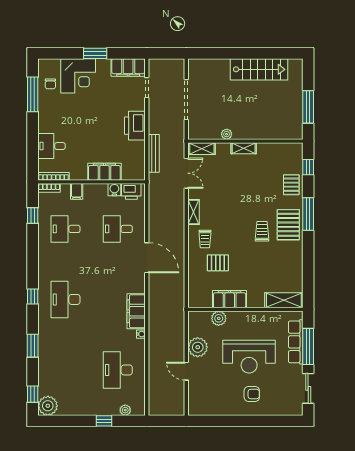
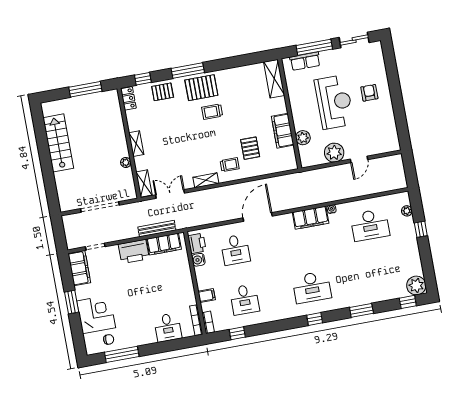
locker: (291, 149) -> (128, 98), added
filing cabinet: (104, 172) -> (164, 244), moved, turned -90
row of seats: (296, 342) -> (305, 61), width x0.68

